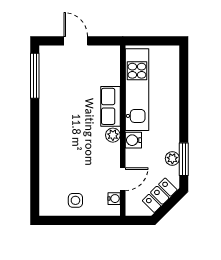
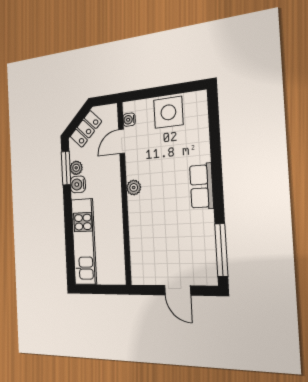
kitchen unit: (137, 90) -> (84, 242), moved, turned 180
row of seats: (110, 106) -> (202, 186), moved, turned 180
water cooler: (133, 140) -> (78, 184), moved, turned 180
side table: (75, 200) -> (168, 112), width x1.87, depth x1.87

